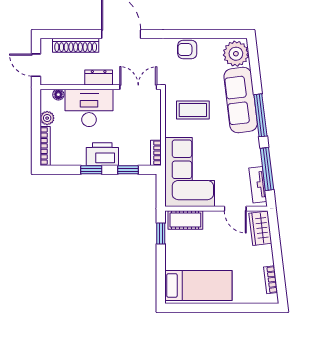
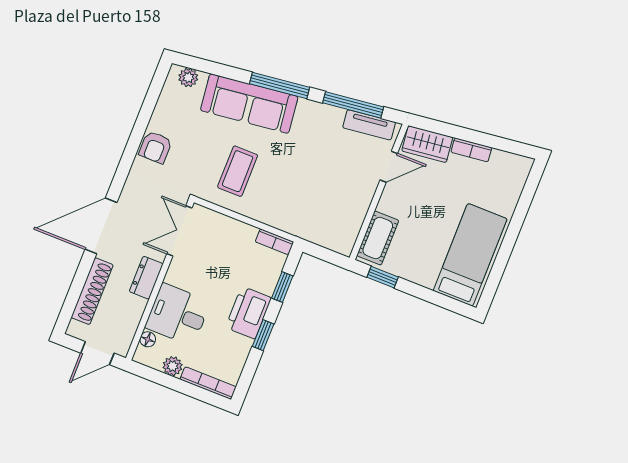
plant: (236, 54) -> (188, 77), width x0.53, depth x0.53
desk: (89, 108) -> (178, 314), width x0.73
corner sofa: (190, 172) -> (317, 208), removed
bookcase: (271, 280) -> (471, 150), moved

